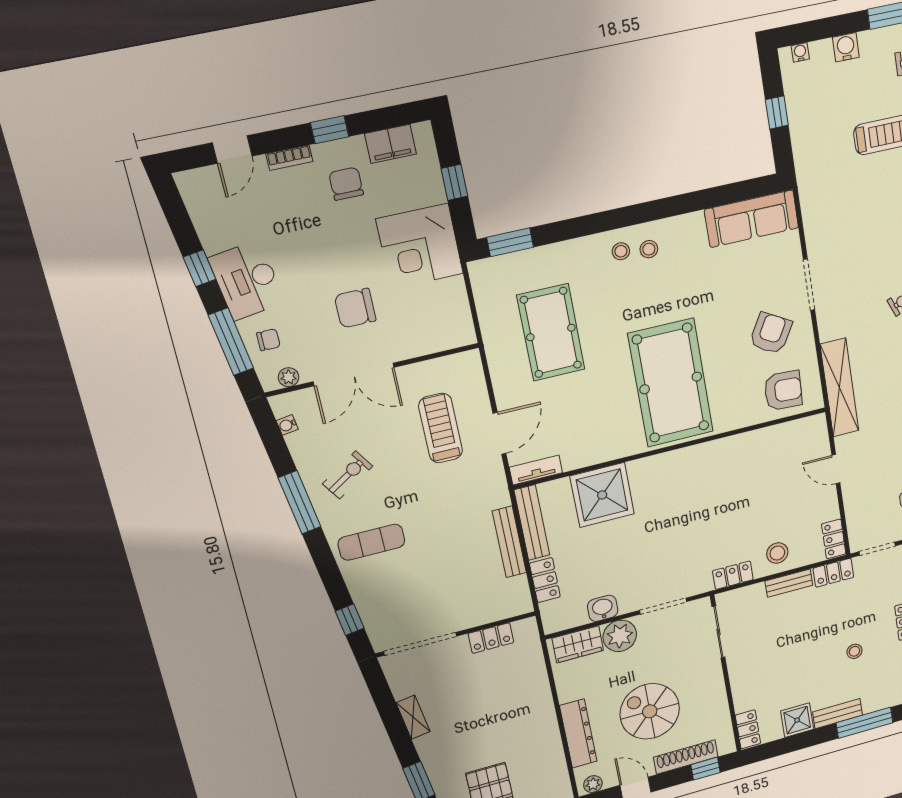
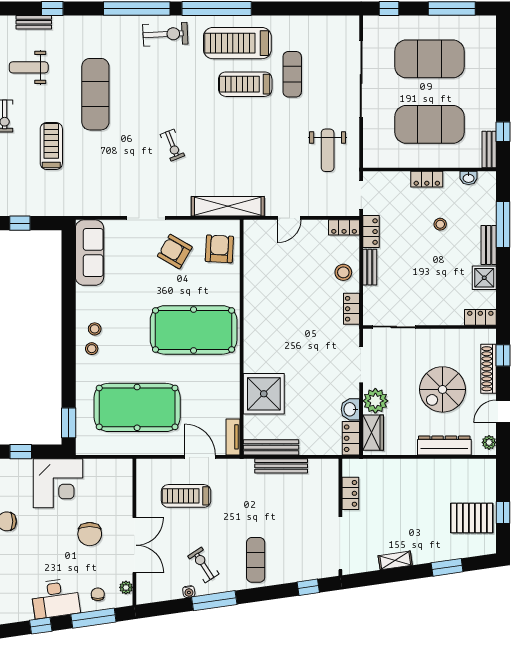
pool table: (551, 332) -> (137, 407), width x1.36, depth x1.32
water cooler: (287, 425) -> (189, 592), moved
locker: (545, 580) -> (351, 438), moved, turned -90

